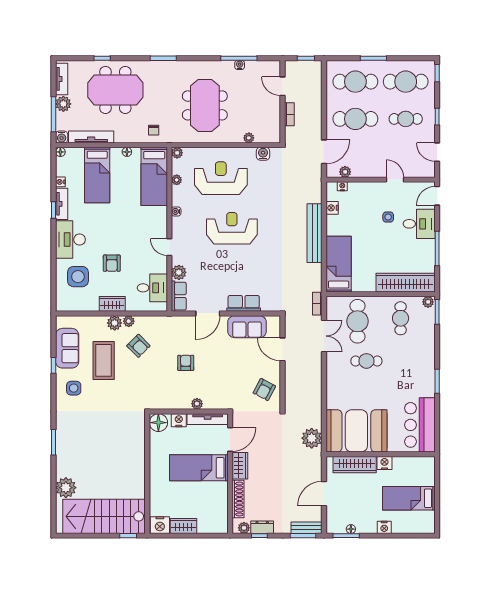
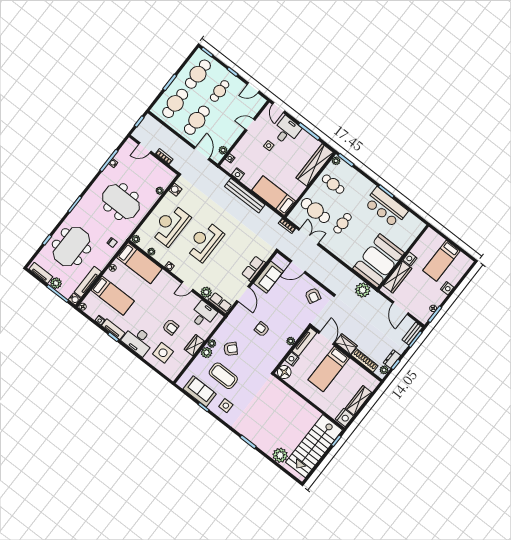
bar counter: (420, 425) -> (386, 207), moved
wardrobe: (184, 526) -> (359, 400), width x1.50

